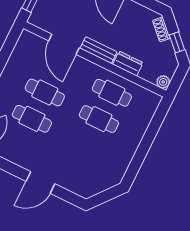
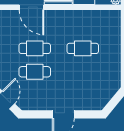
cafe table: (112, 93) -> (83, 25), removed

